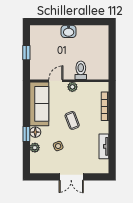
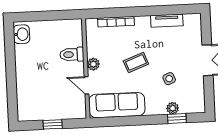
washbasin: (69, 31) -> (21, 34), moved
floor lamp: (35, 132) -> (153, 108), removed
window: (26, 134) -> (177, 119), moved

